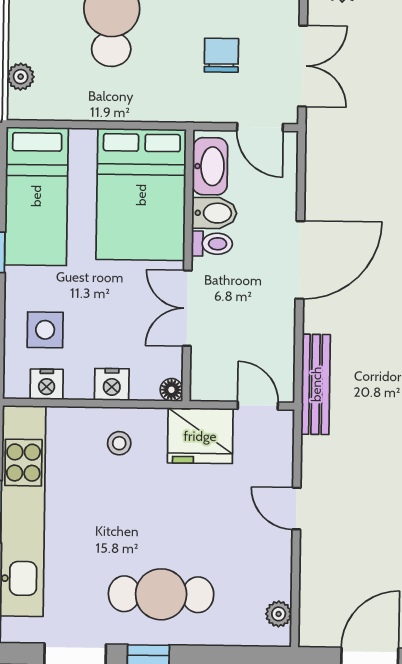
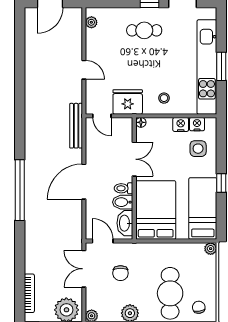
plant: (21, 77) -> (211, 249), moved
nightstand: (112, 384) -> (181, 124), moved
cafe table: (161, 594) -> (144, 30), width x0.73, depth x0.74

